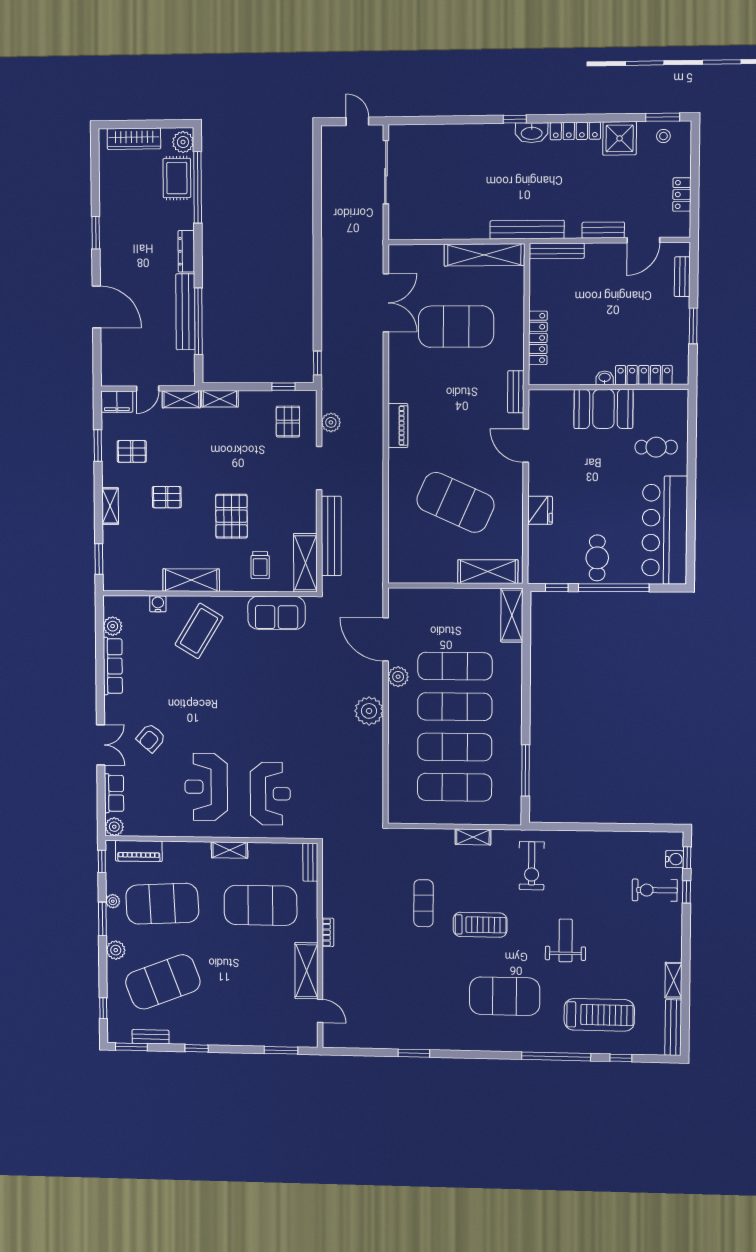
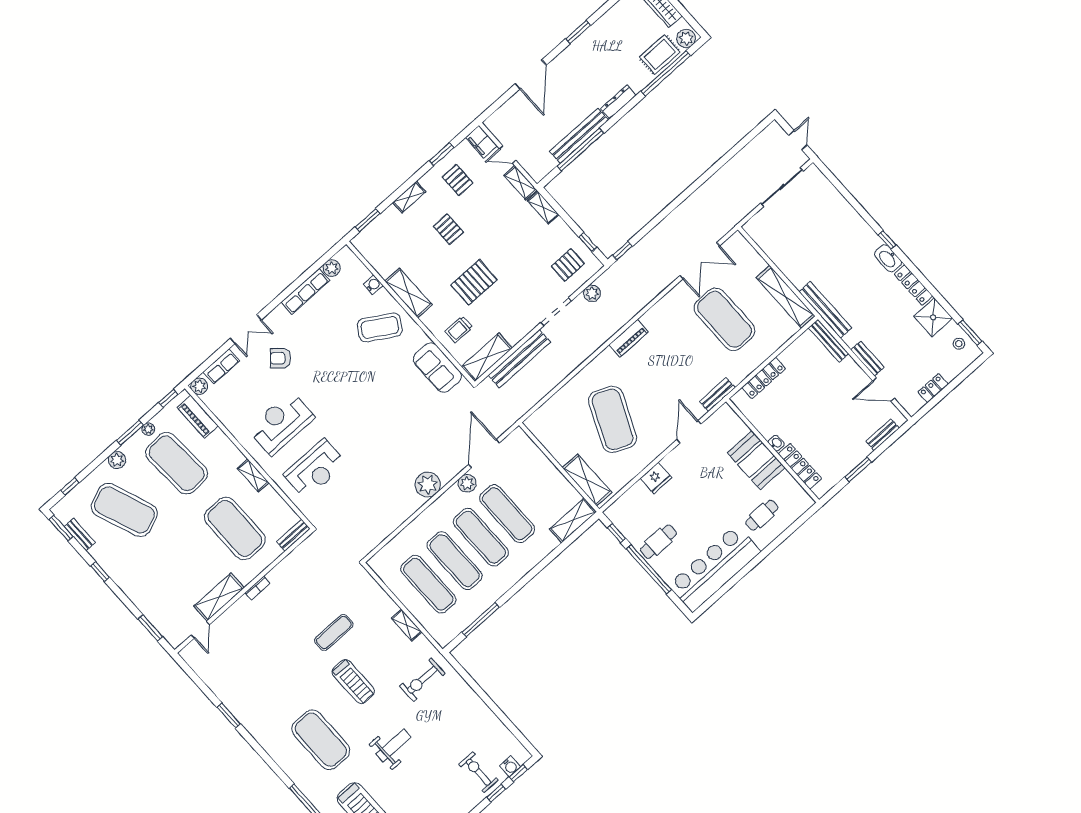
cafe table: (656, 447) -> (762, 515), turned 90

